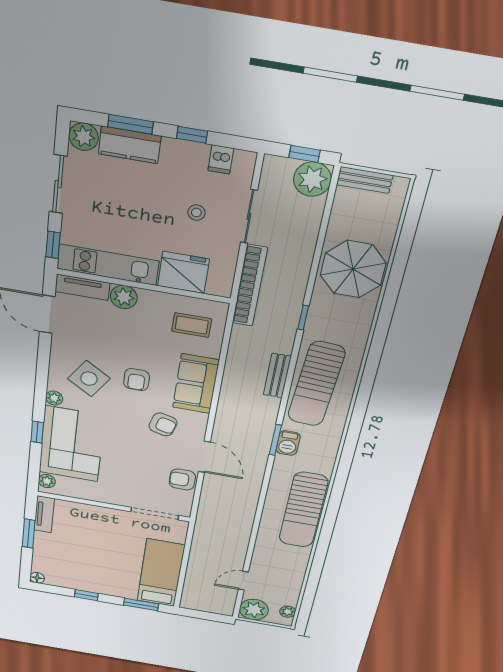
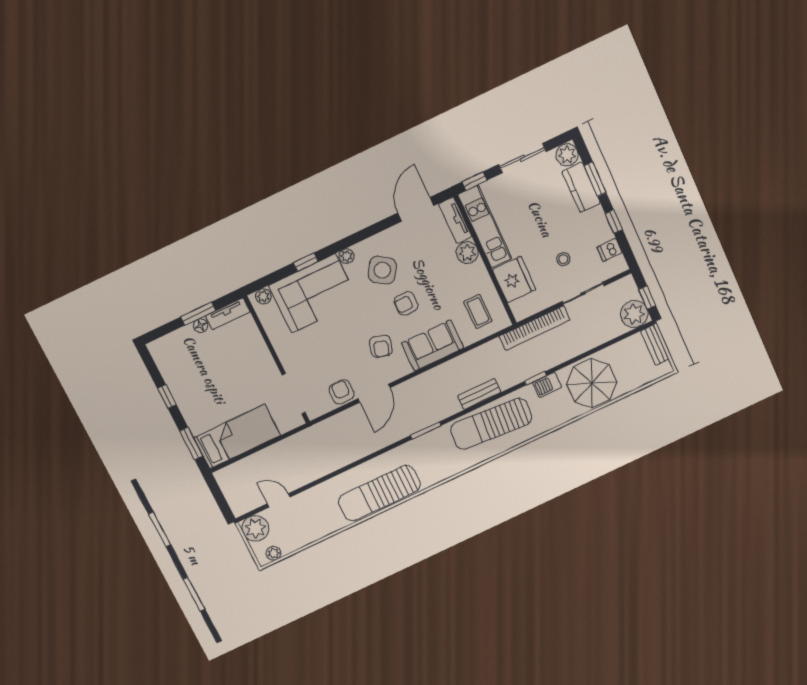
barbecue: (288, 443) -> (547, 385), moved
floor lamp: (37, 578) -> (201, 326), moved

